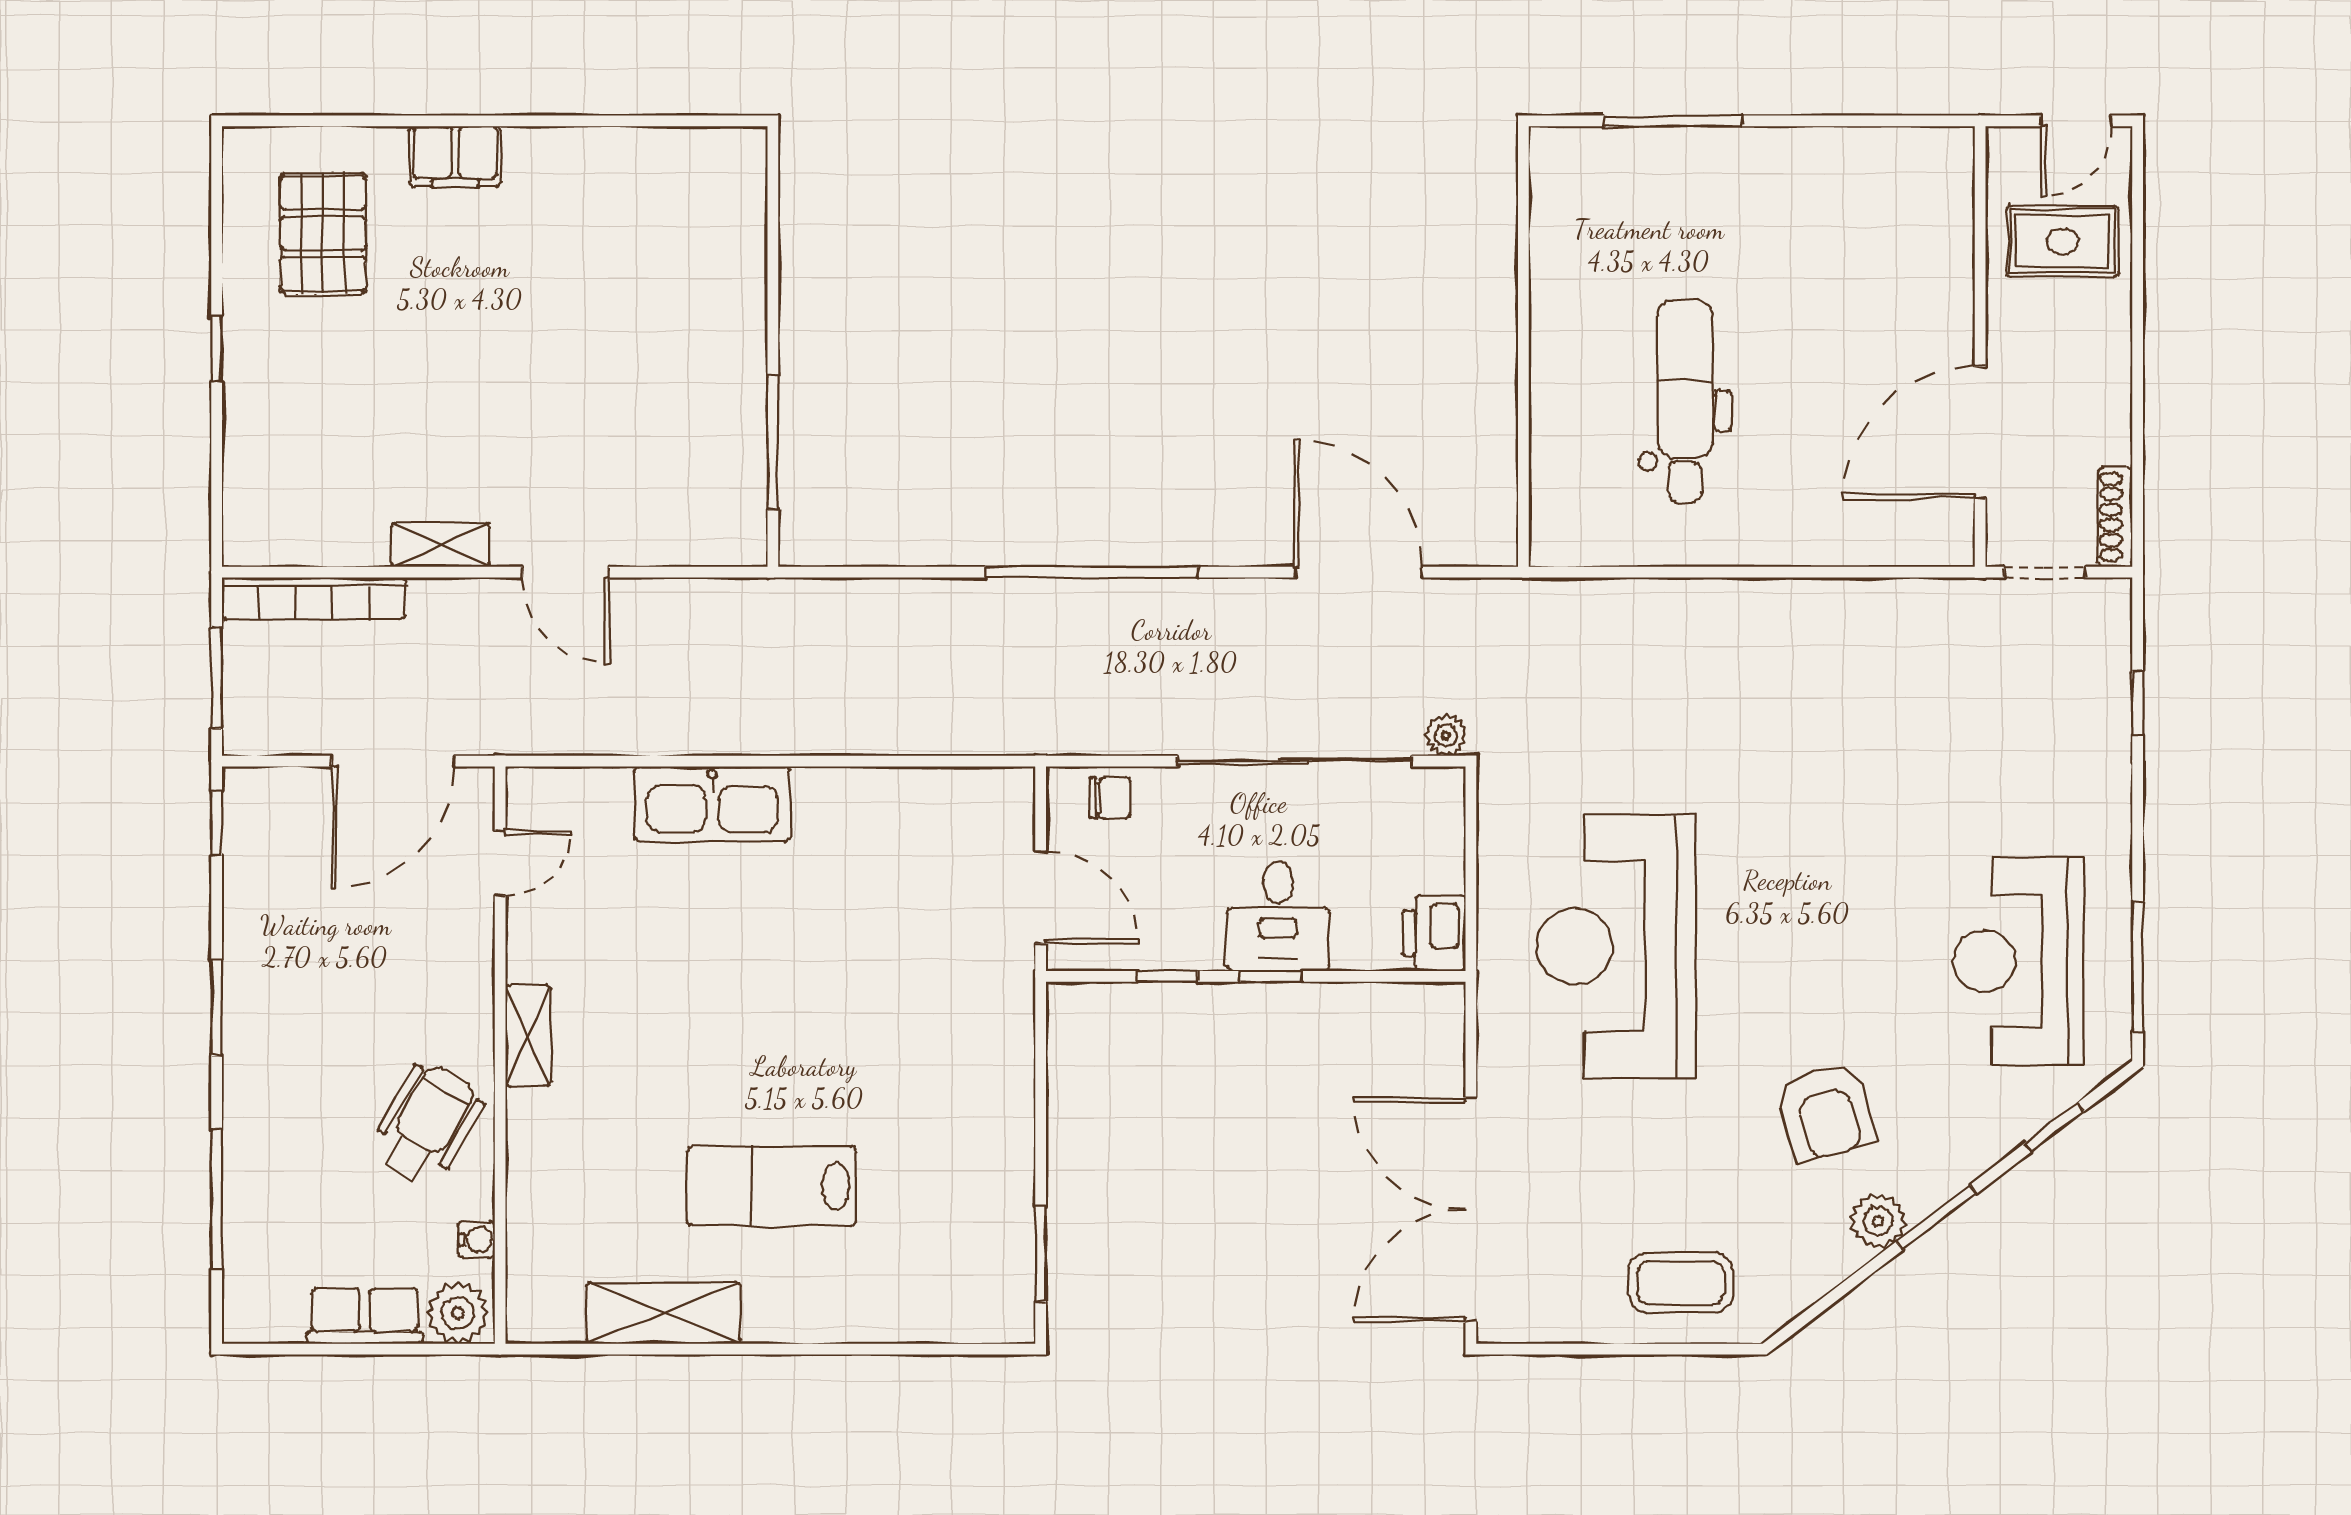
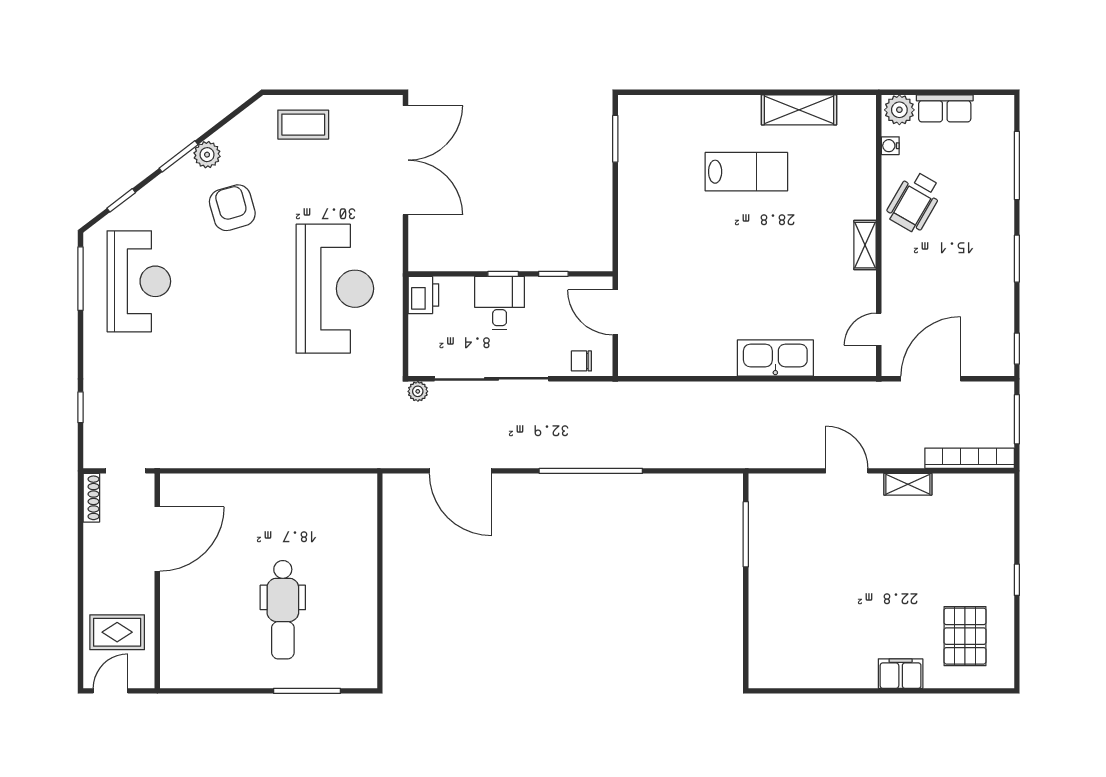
dental chair: (1685, 401) -> (283, 610), moved

